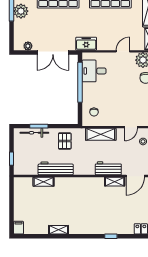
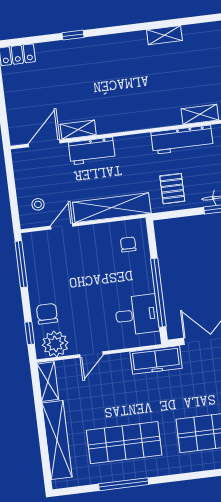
freezer: (86, 44) -> (156, 360), width x1.40
shelving: (101, 134) -> (112, 208), width x1.47

